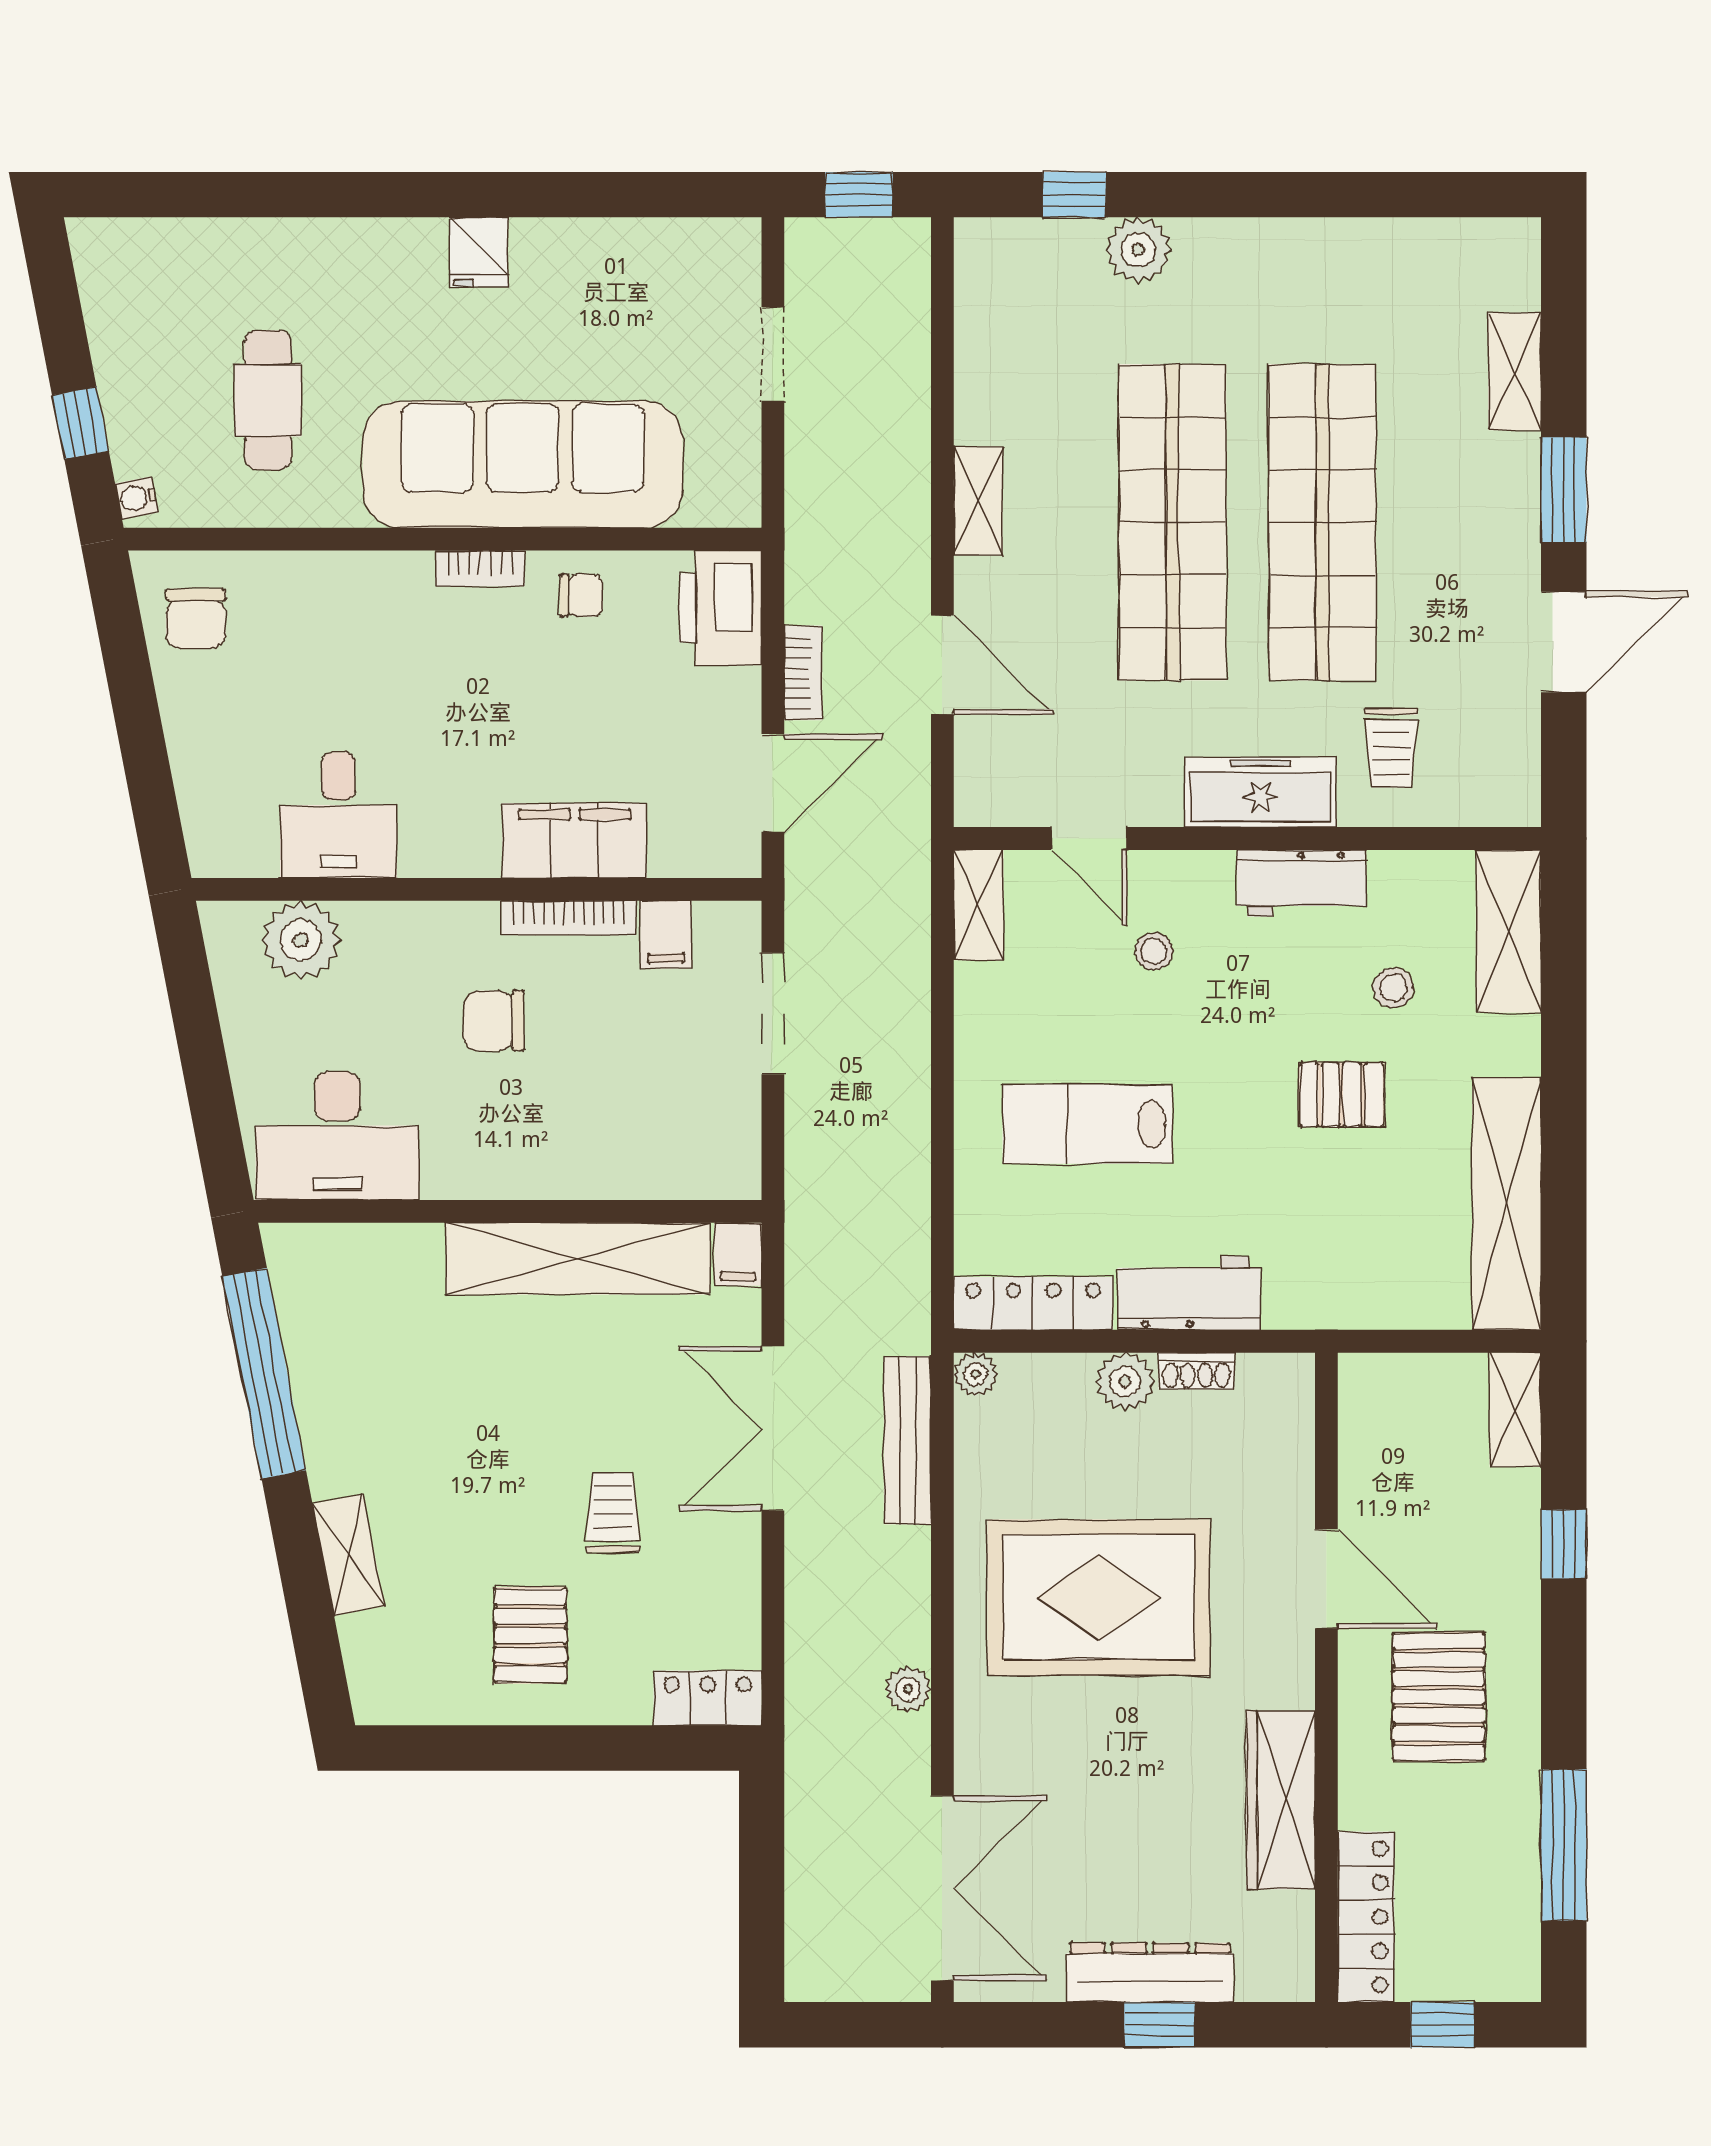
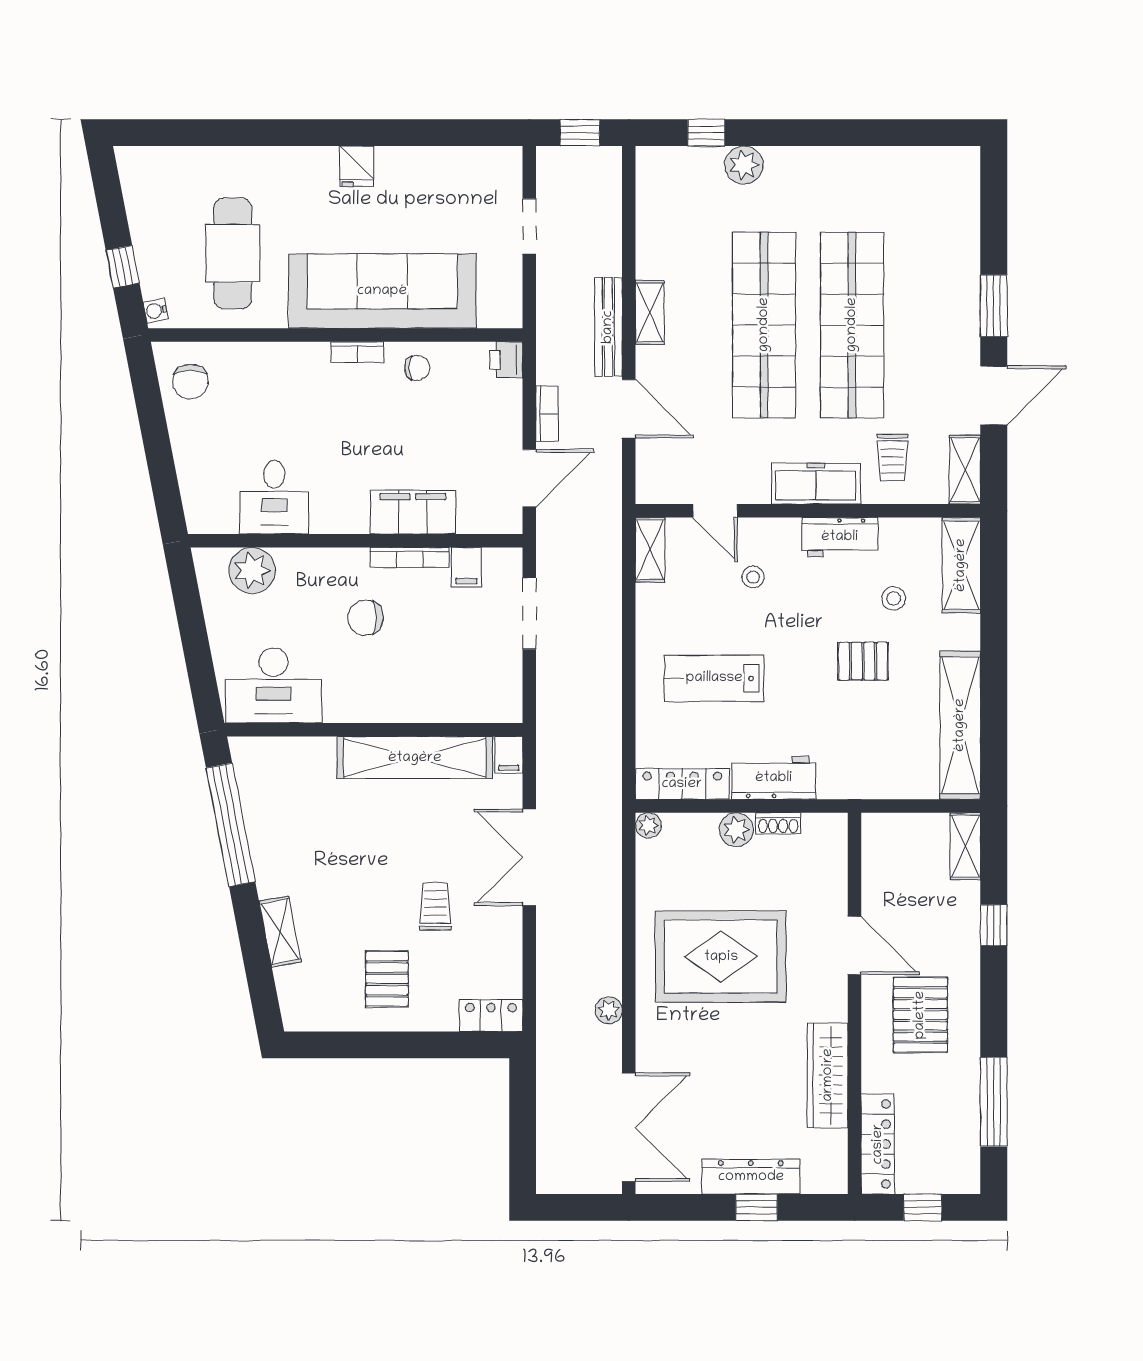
shelving: (1515, 372) -> (965, 470), moved
cafe table: (268, 400) -> (233, 253), width x1.37, depth x1.35
printer: (720, 608) -> (506, 360), width x0.53, depth x0.68
bench: (908, 1440) -> (608, 327), moved

